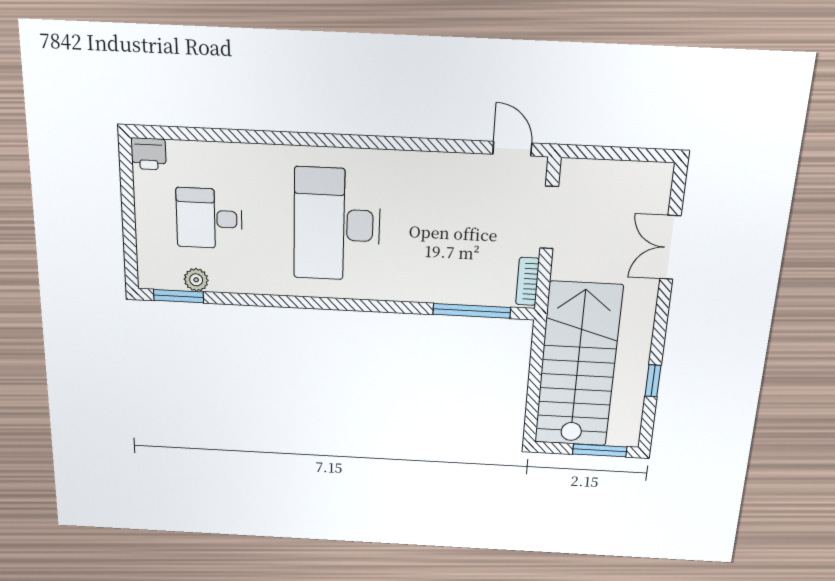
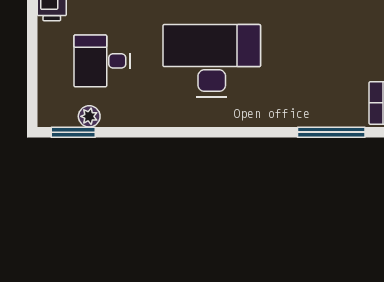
desk: (337, 225) -> (212, 61), turned 90

